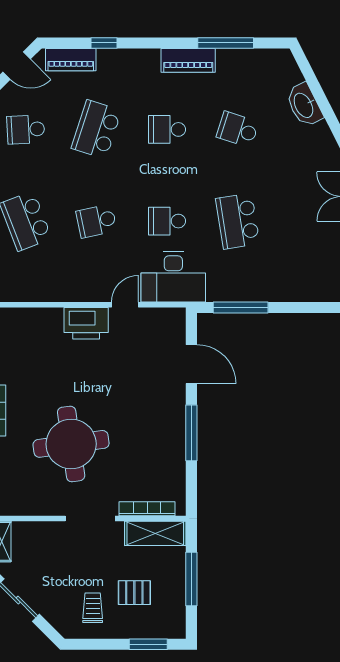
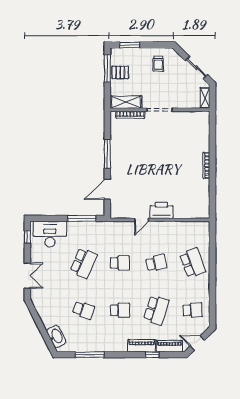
piano: (188, 60) -> (142, 346), moved
washbasin: (304, 105) -> (56, 336), moved
school desk: (238, 221) -> (84, 263), turned 33
desk: (173, 277) -> (50, 234), moved
door: (191, 364) -> (107, 189), hinge flipped
round table: (71, 444) -> (169, 148), removed
window: (191, 579) -> (107, 68), moved
pallet: (134, 593) -> (120, 72), moved

